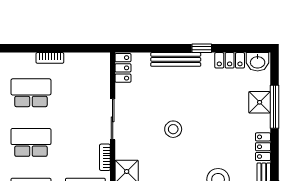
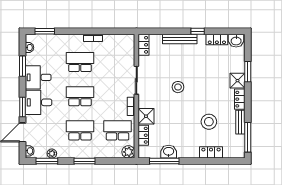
shower: (260, 102) -> (238, 81), moved
window: (275, 107) -> (248, 72), width x0.69

